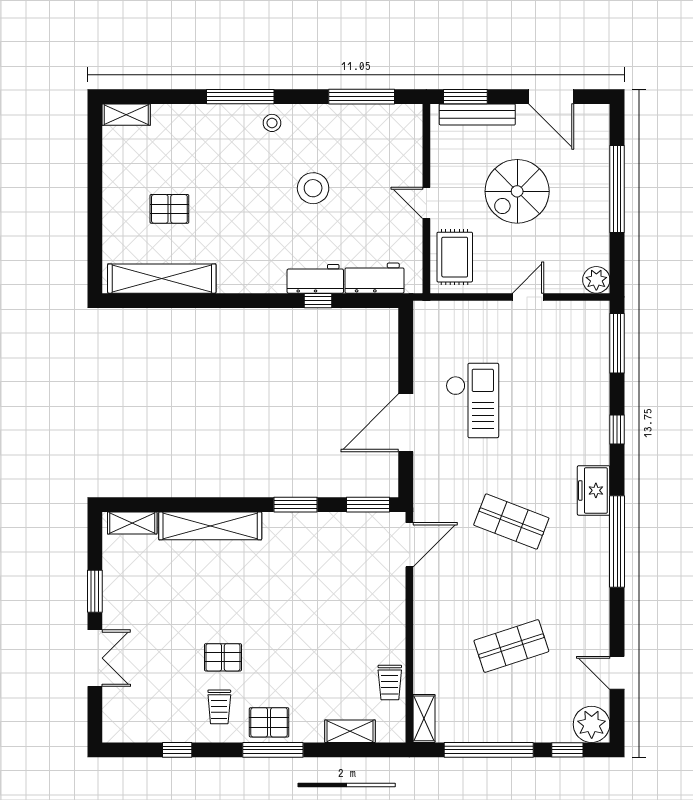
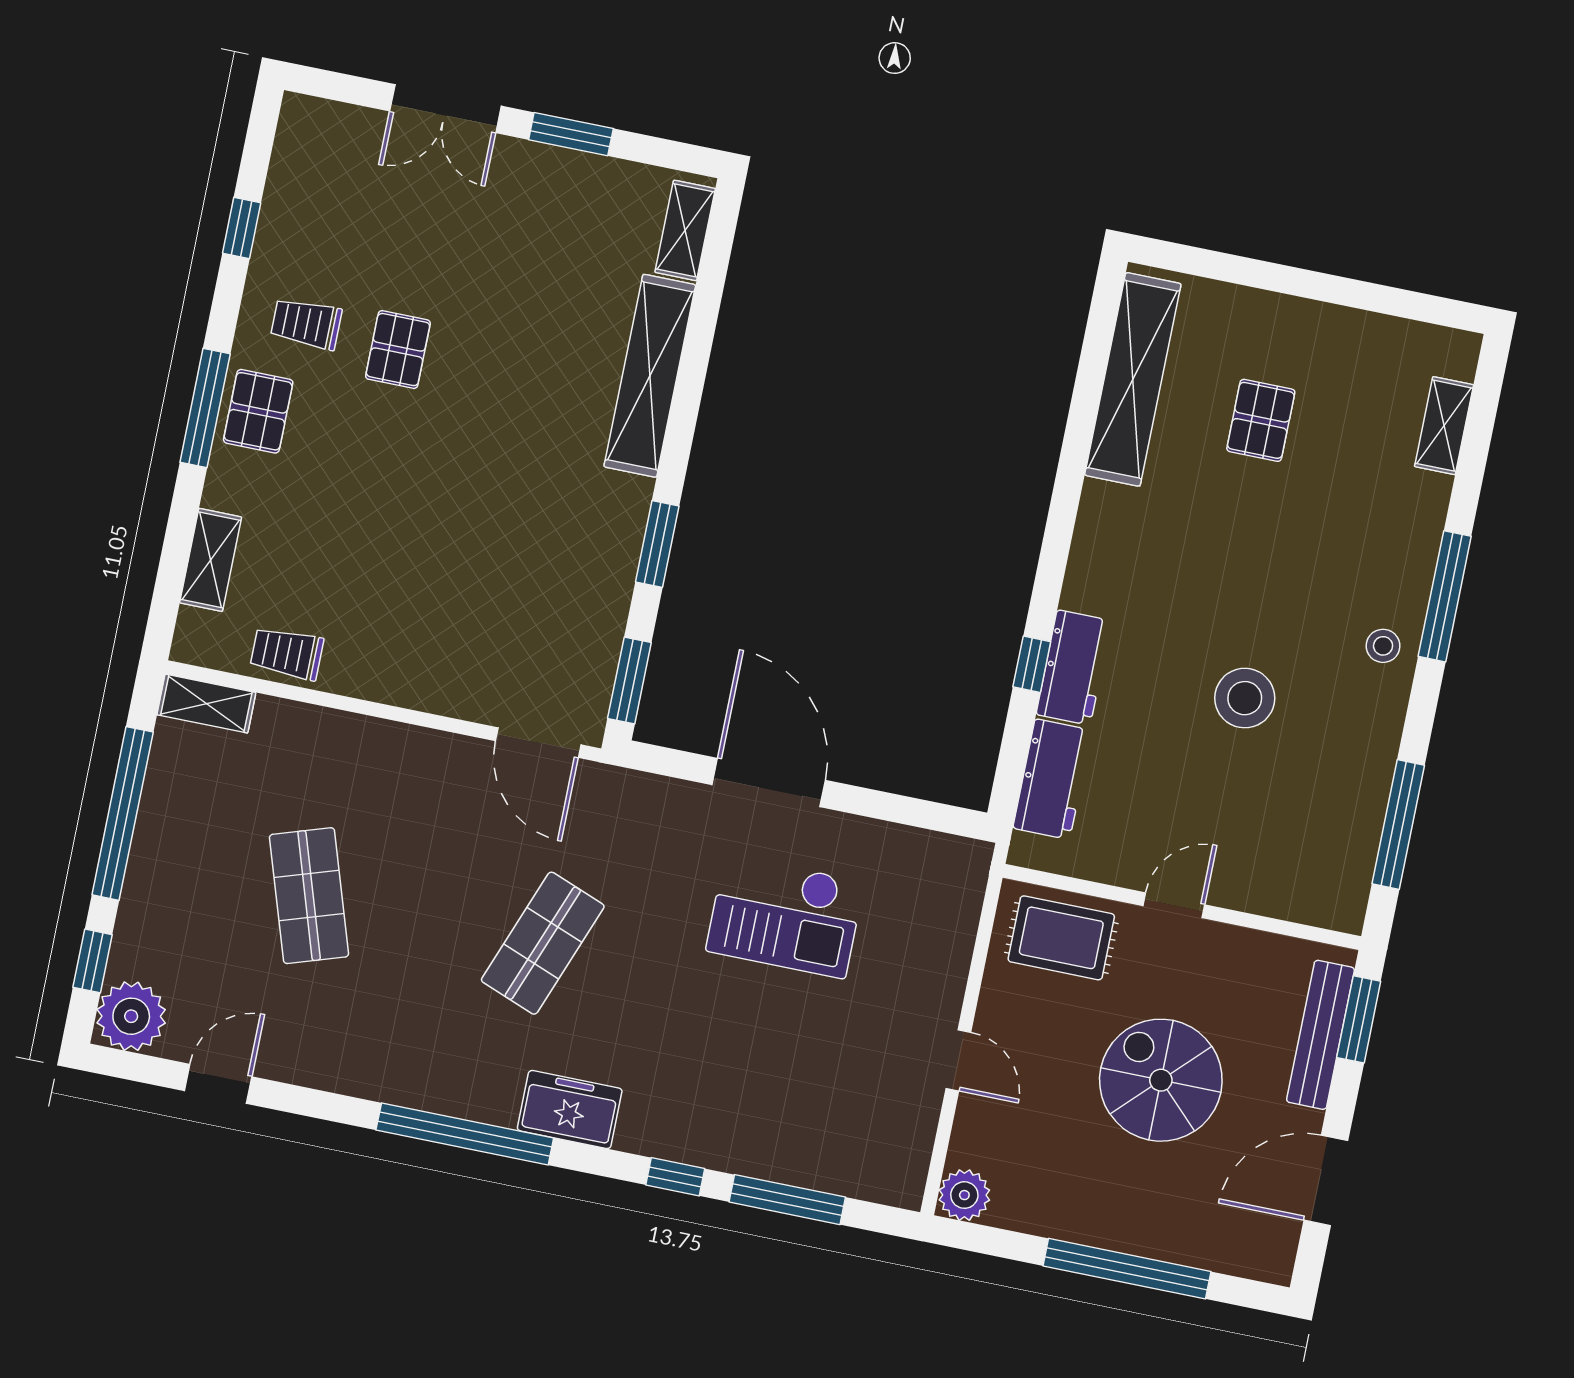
shelving: (126, 115) -> (1444, 426), moved
window: (617, 343) -> (787, 1200), moved

